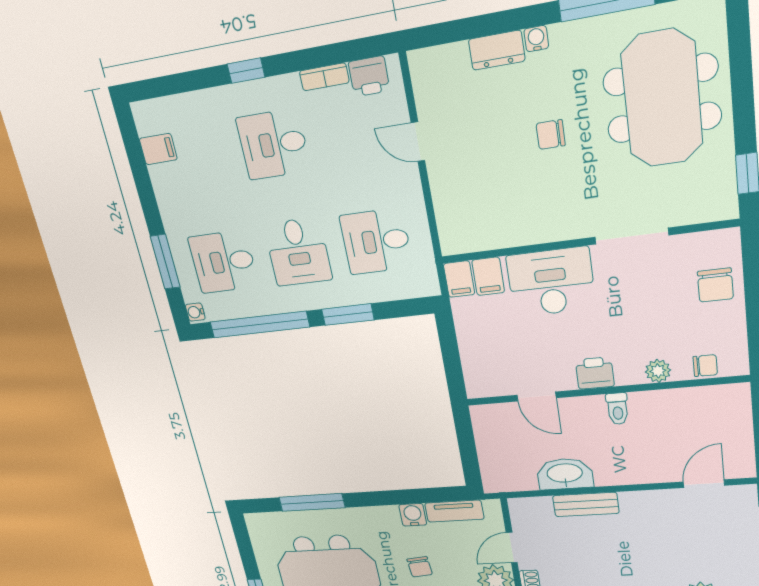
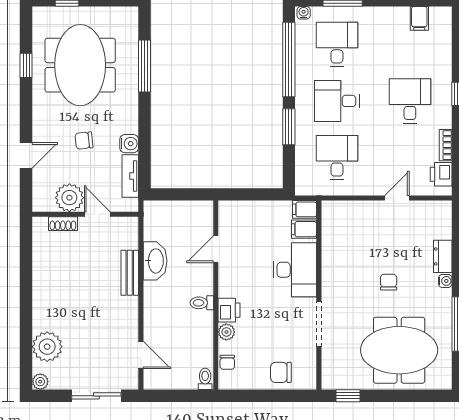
printer: (595, 373) -> (229, 310), moved
toilet: (734, 395) -> (205, 379), added

